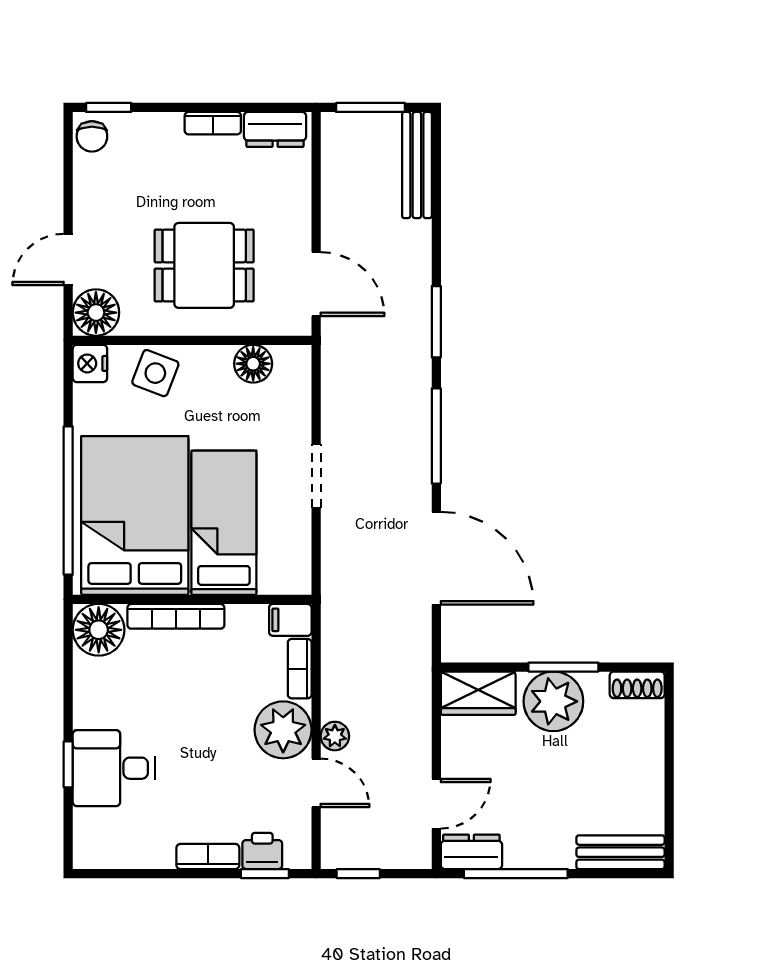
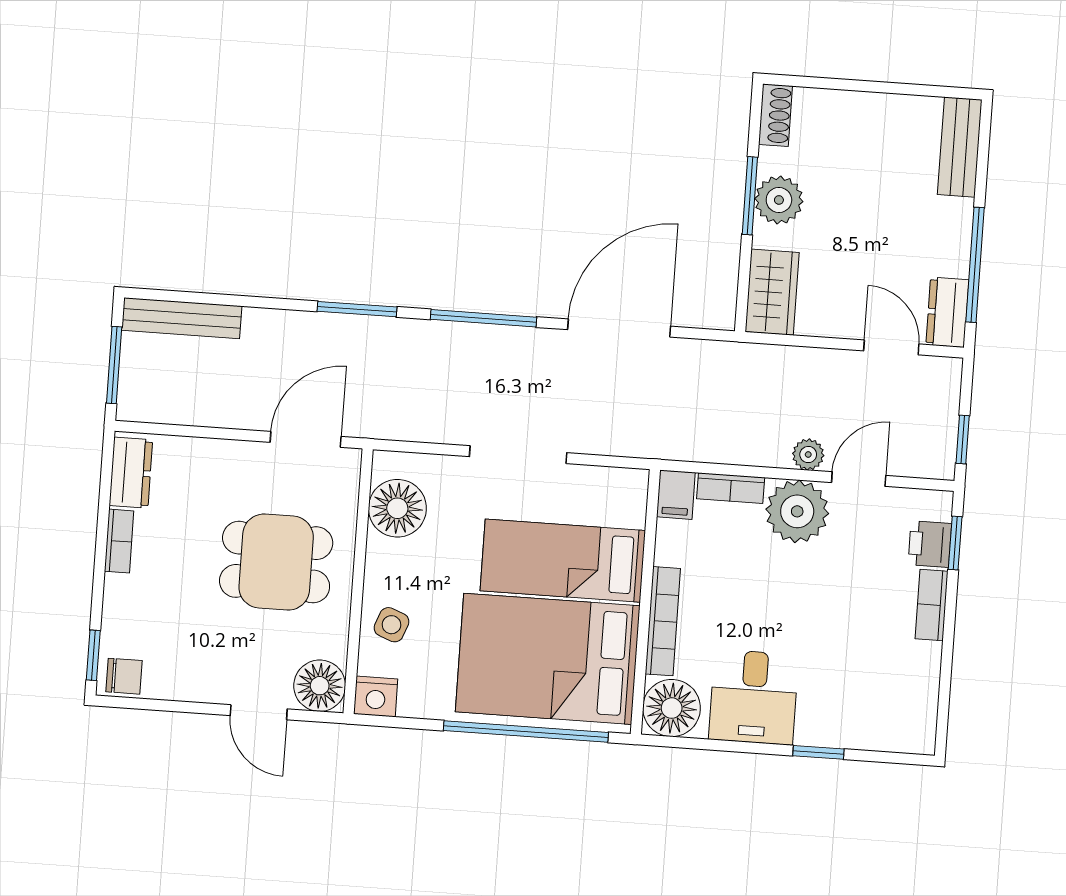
dining table: (204, 265) -> (276, 562), turned 90
floor lamp: (253, 364) -> (397, 508), width x1.38, depth x1.38
side table: (155, 373) -> (391, 625), width x0.73, depth x0.73
doorway: (316, 476) -> (518, 455), width x1.38
plant: (553, 701) -> (779, 200), width x0.73, depth x0.73
desk: (114, 768) -> (754, 697), moved

